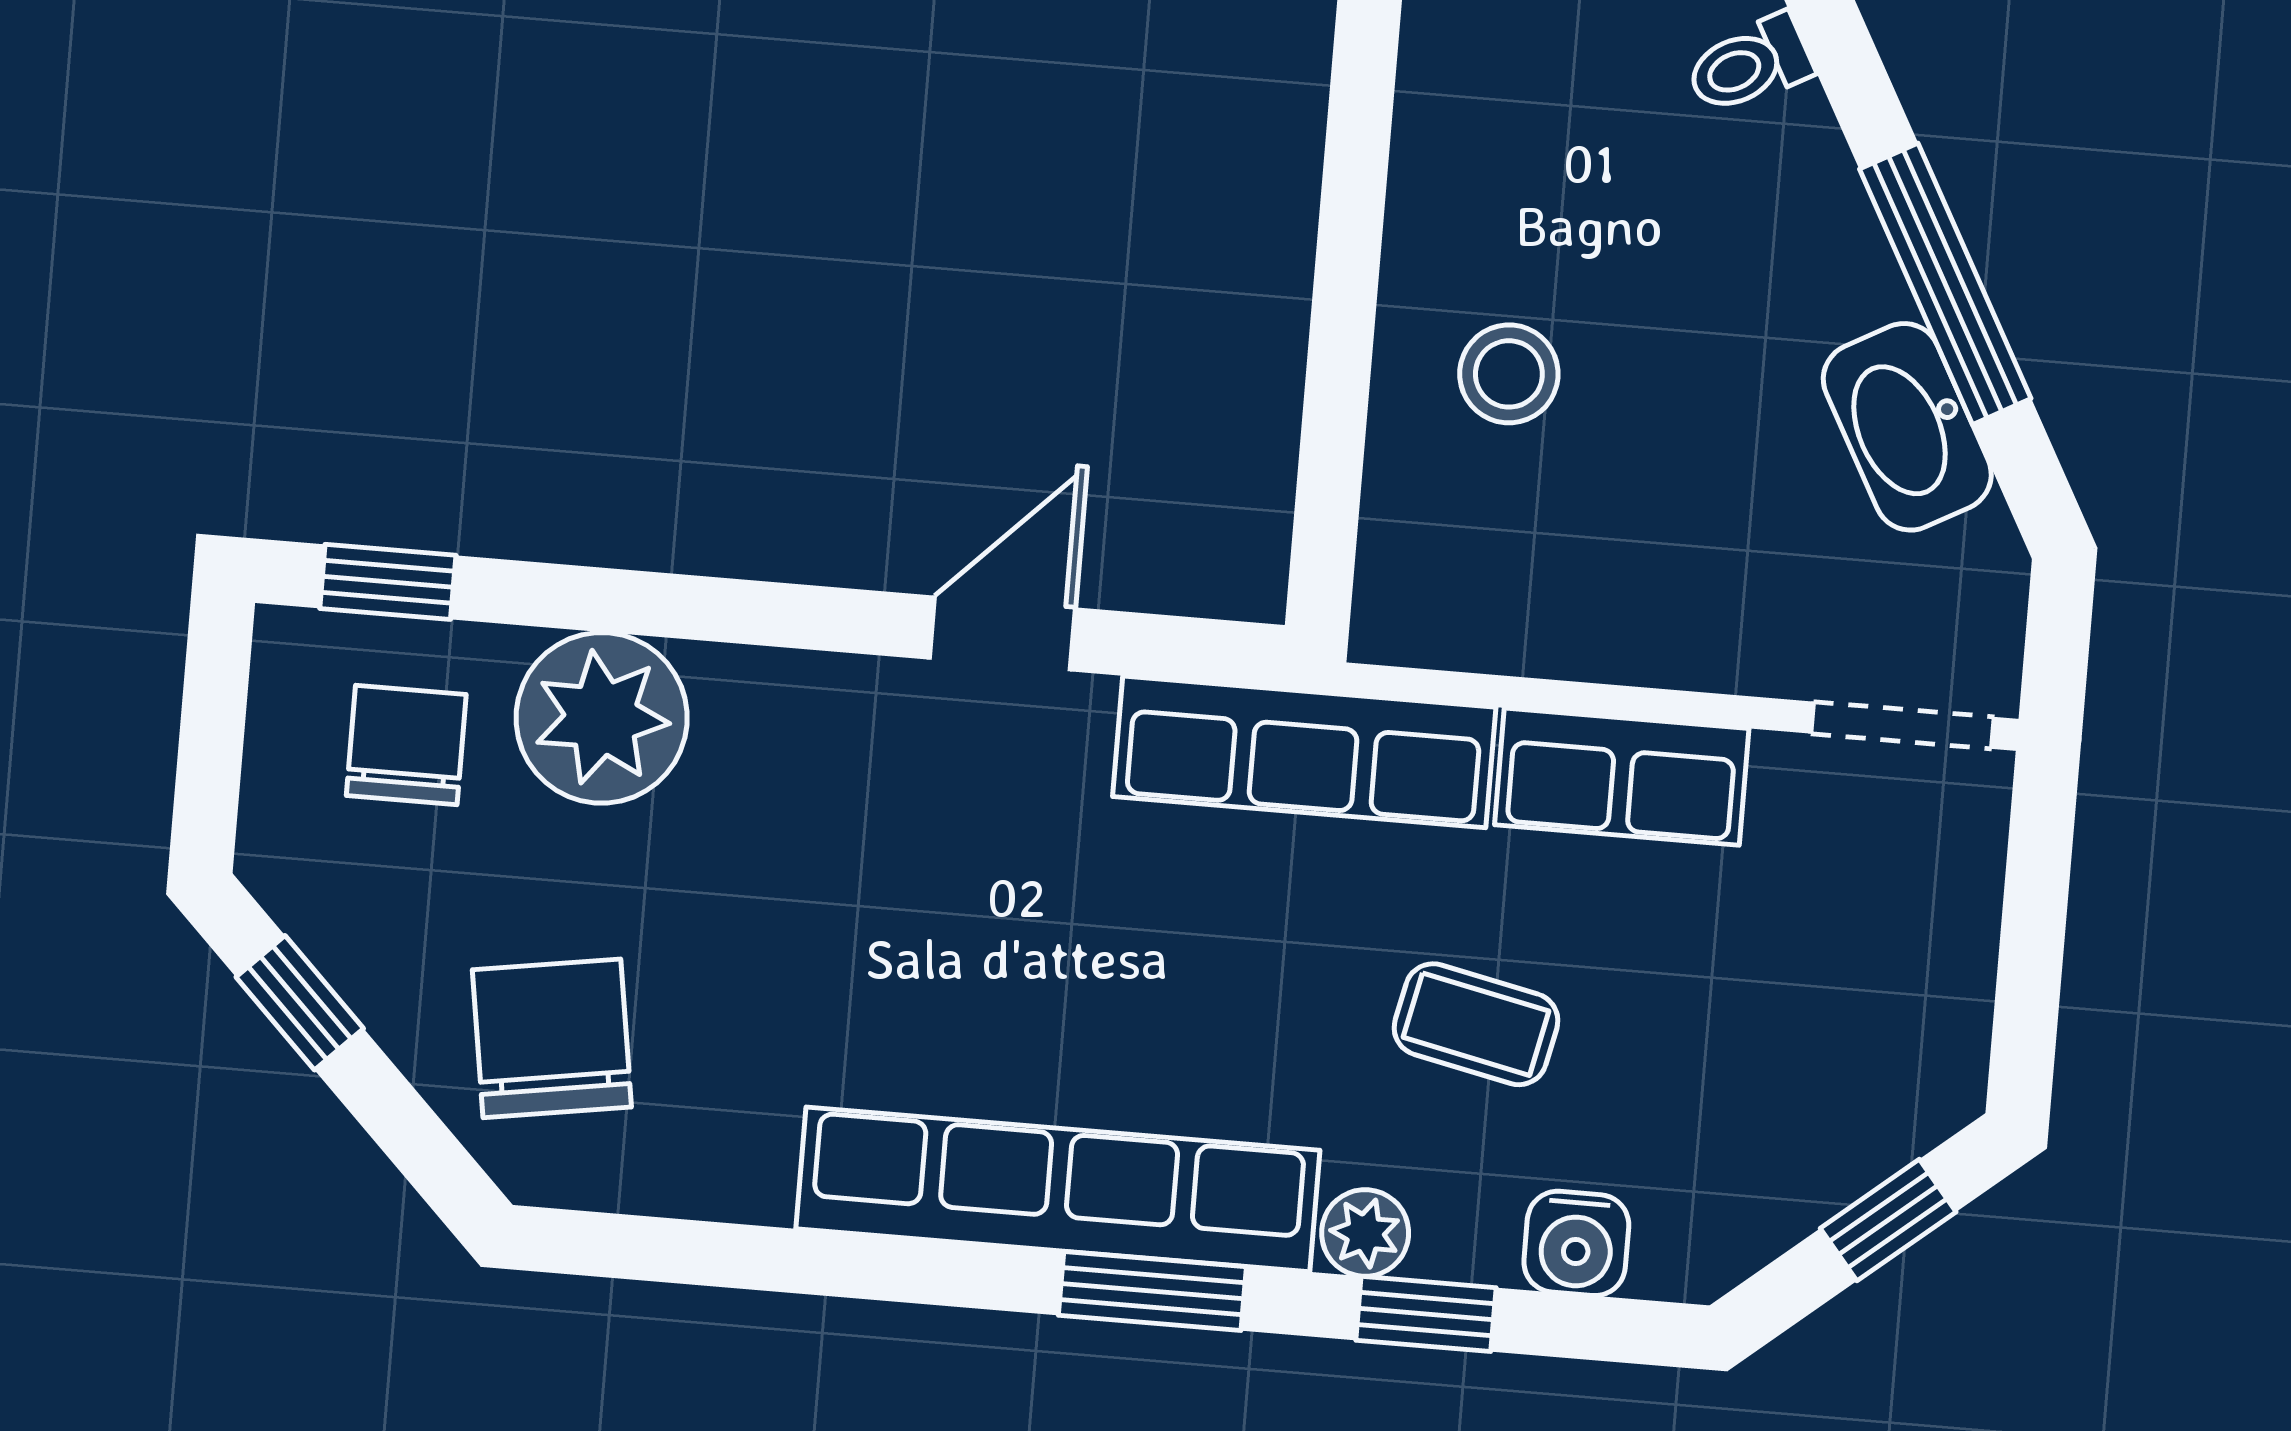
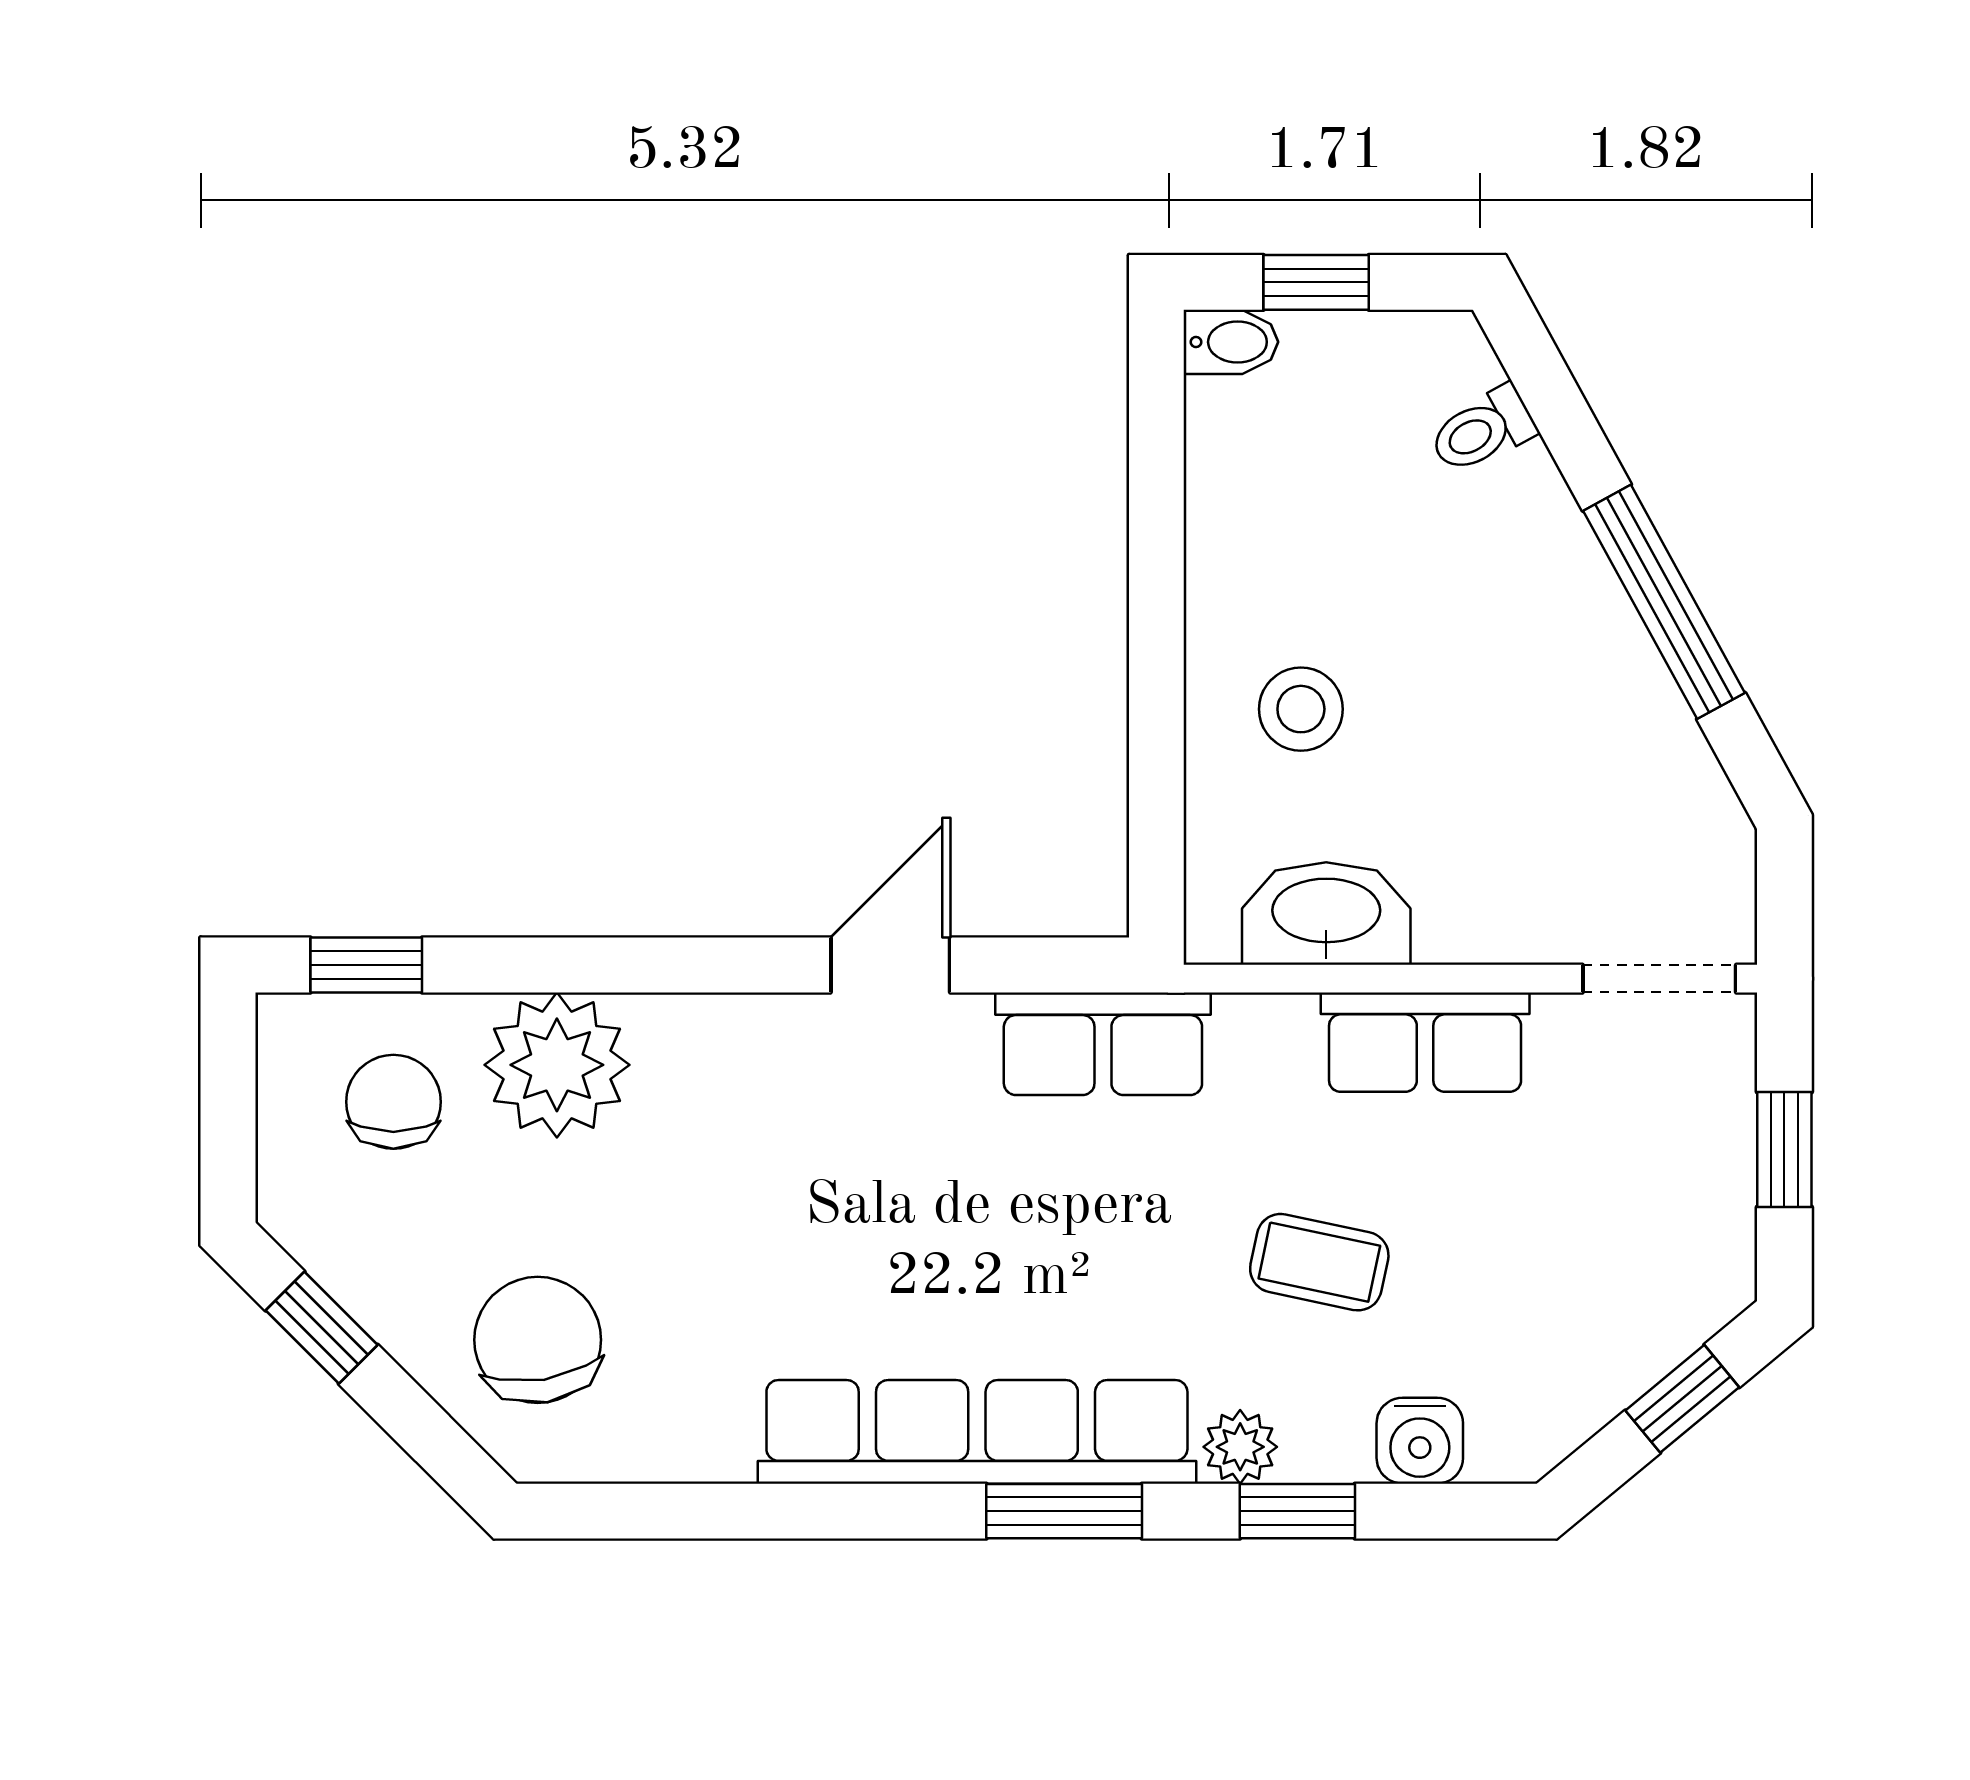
washbasin: (1907, 427) -> (1326, 914), moved, turned 119
row of seats: (1304, 752) -> (1103, 1044), width x0.68
window: (2032, 938) -> (1784, 1150), added

